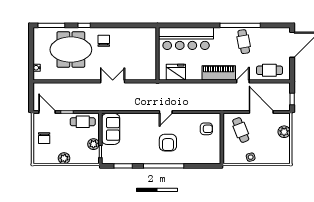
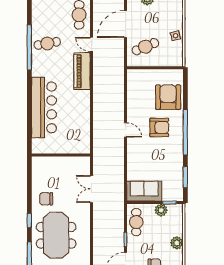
wall: (158, 54) -> (61, 155), moved
fridge: (176, 72) -> (81, 119), removed
armchair: (206, 129) -> (168, 97), moved, width x1.88, depth x1.88

